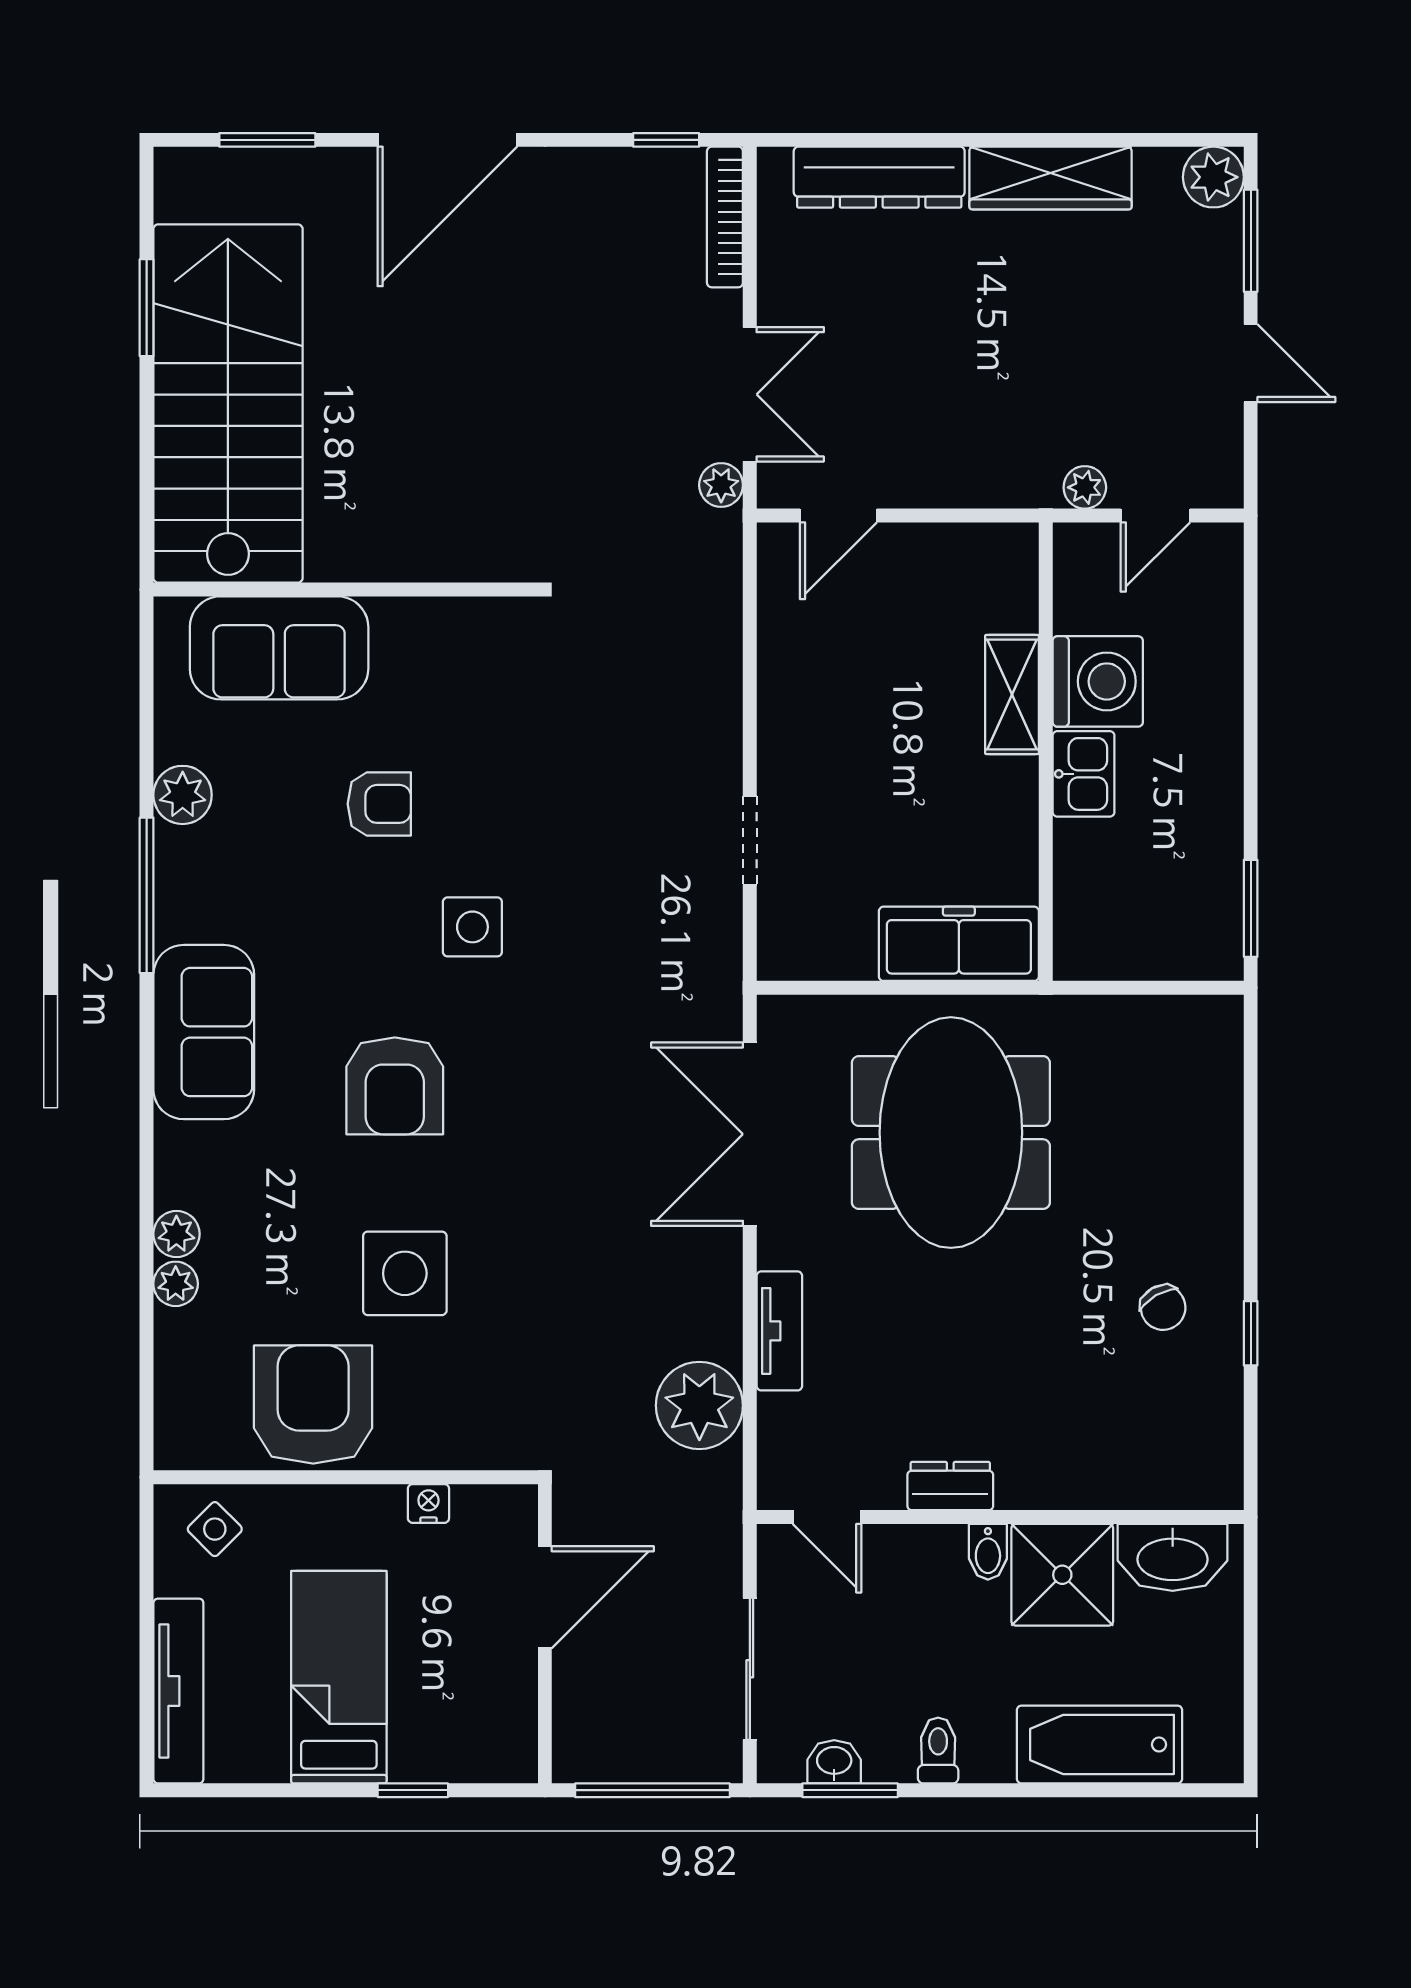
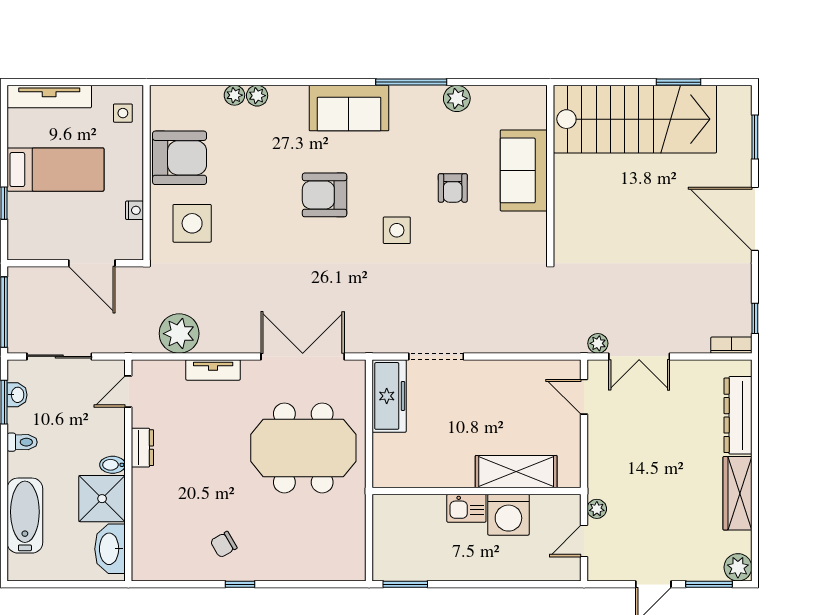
bookcase: (725, 217) -> (731, 345), width x0.64
door: (1155, 515) -> (584, 541), hinge flipped
sofa: (279, 648) -> (524, 170), moved
shelving: (1012, 695) -> (516, 472), width x1.50, depth x1.33
doorway: (750, 840) -> (436, 356), width x1.38
freezer: (959, 944) -> (389, 396), moved
side table: (405, 1273) -> (192, 223), moved
window: (1251, 1333) -> (240, 584), moved
side table: (215, 1529) -> (123, 113), turned 45

